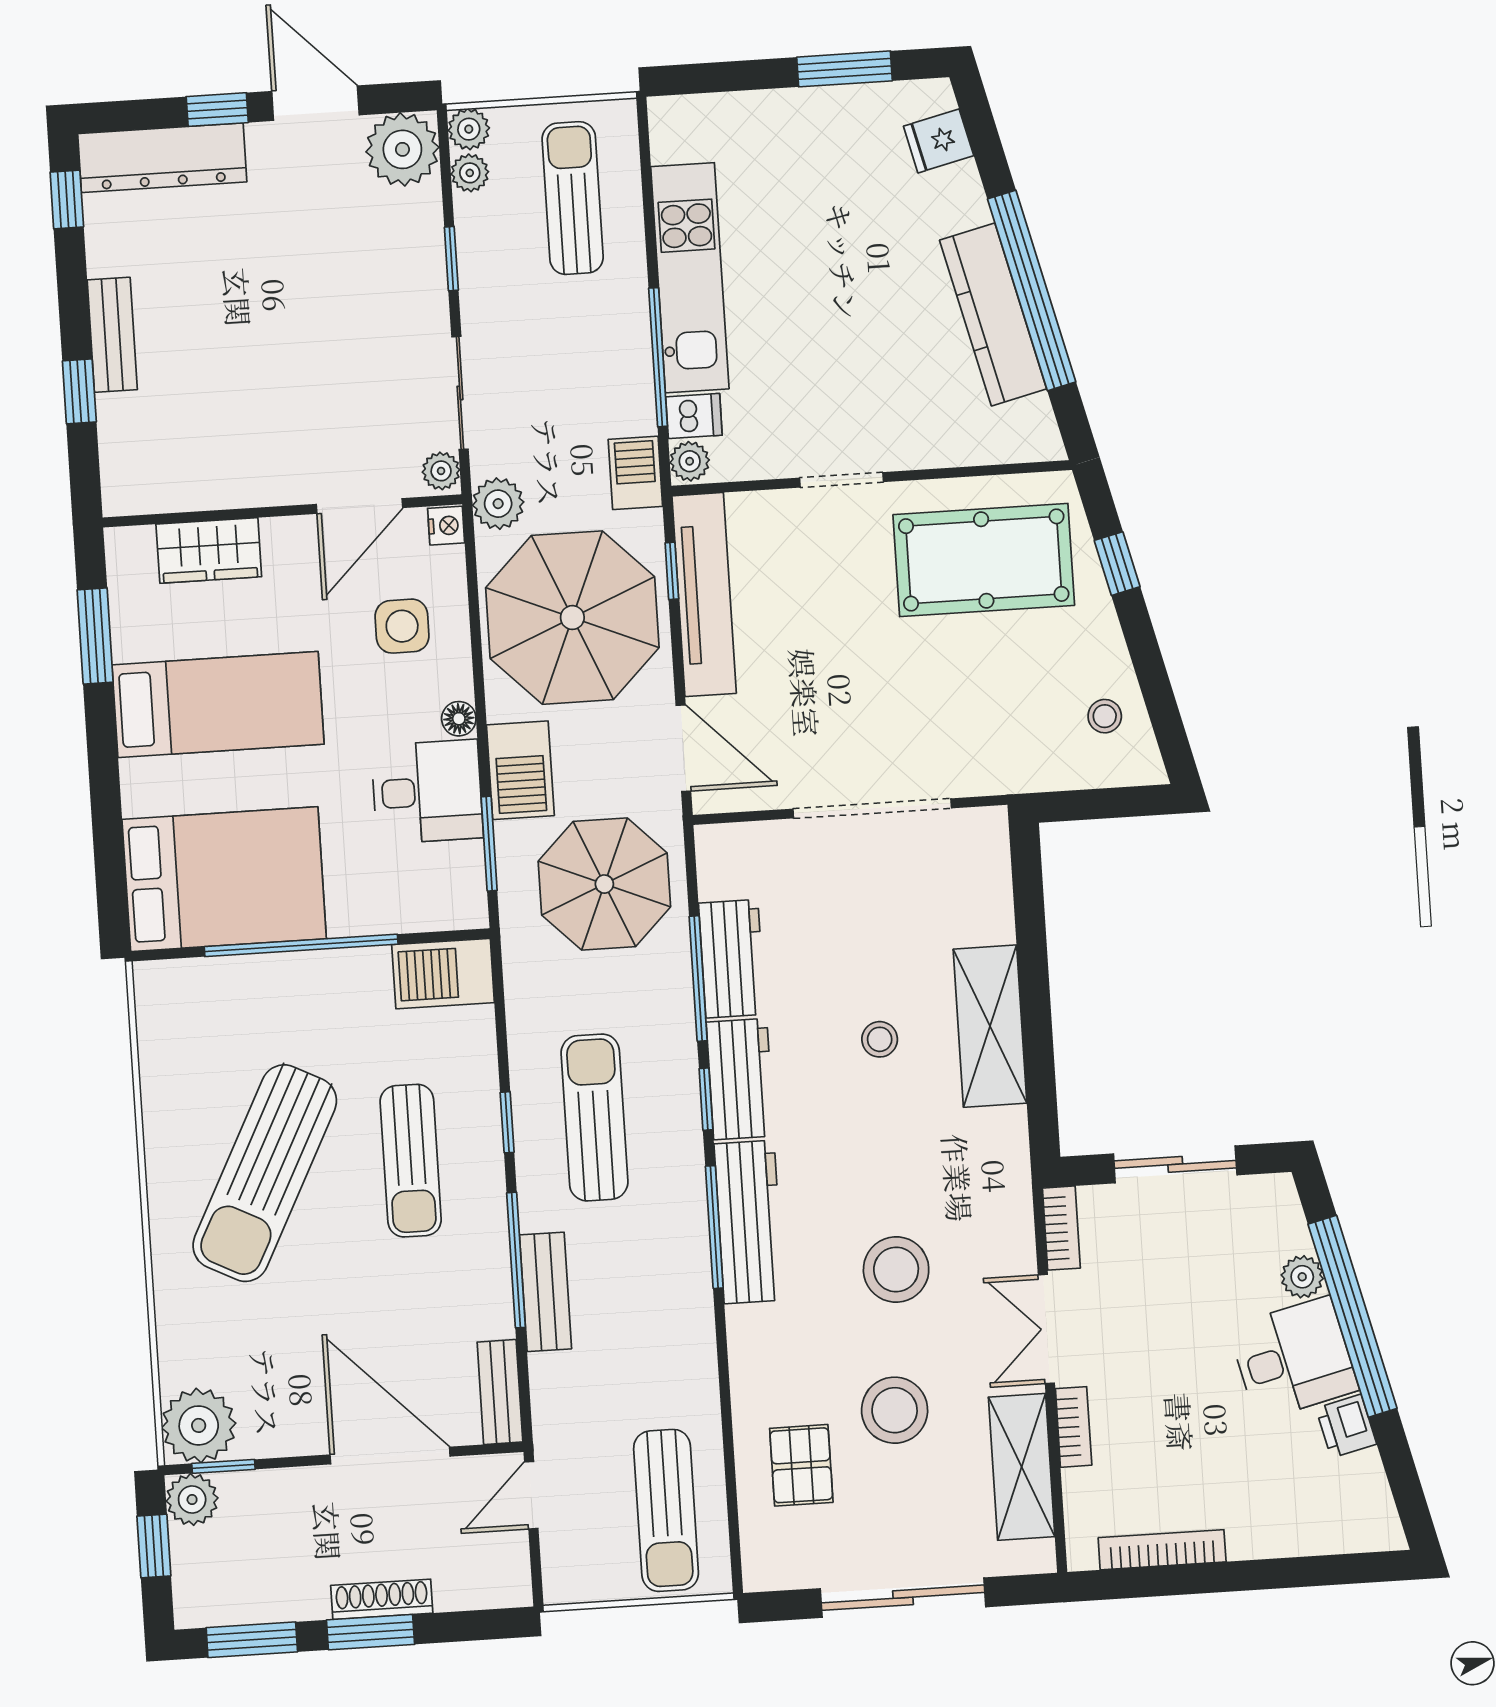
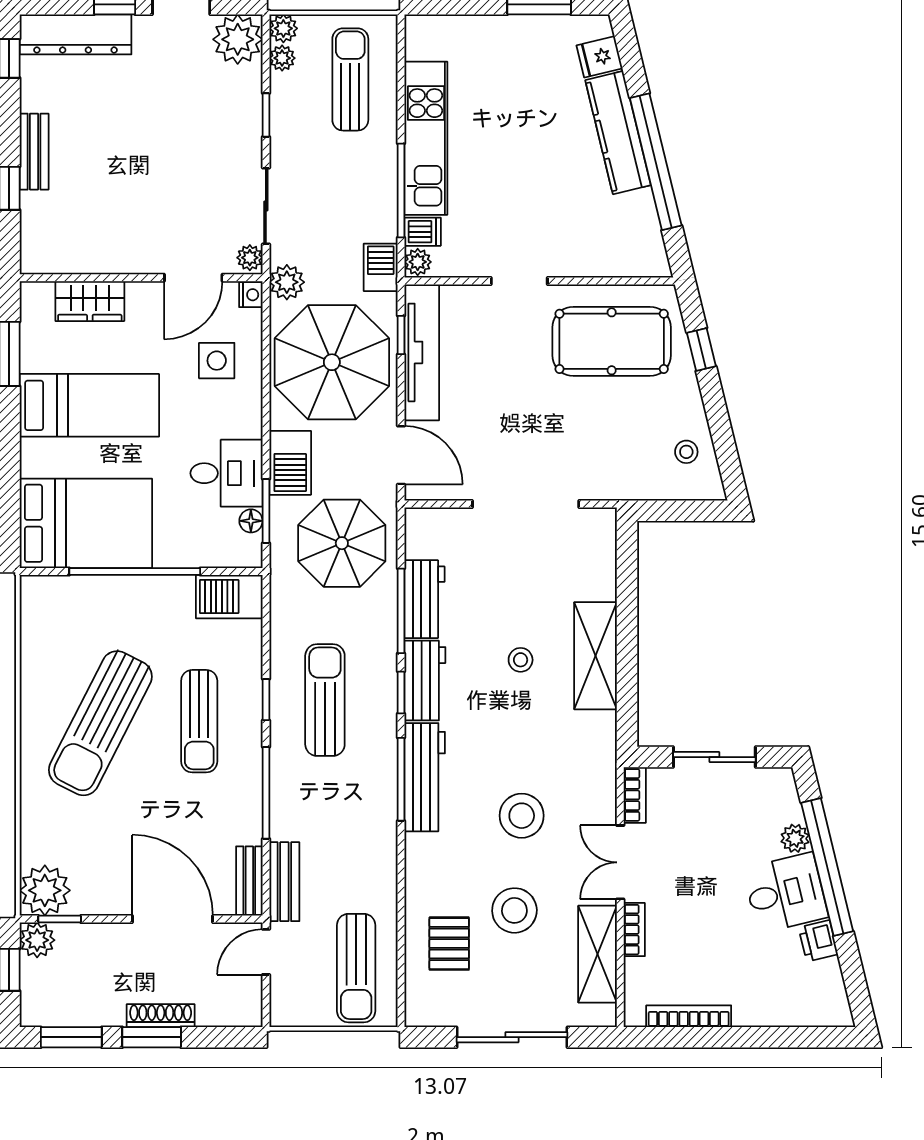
kitchen counter: (993, 314) -> (618, 133), moved
floor lamp: (459, 719) -> (251, 521), moved
bench: (546, 1292) -> (284, 882), moved

